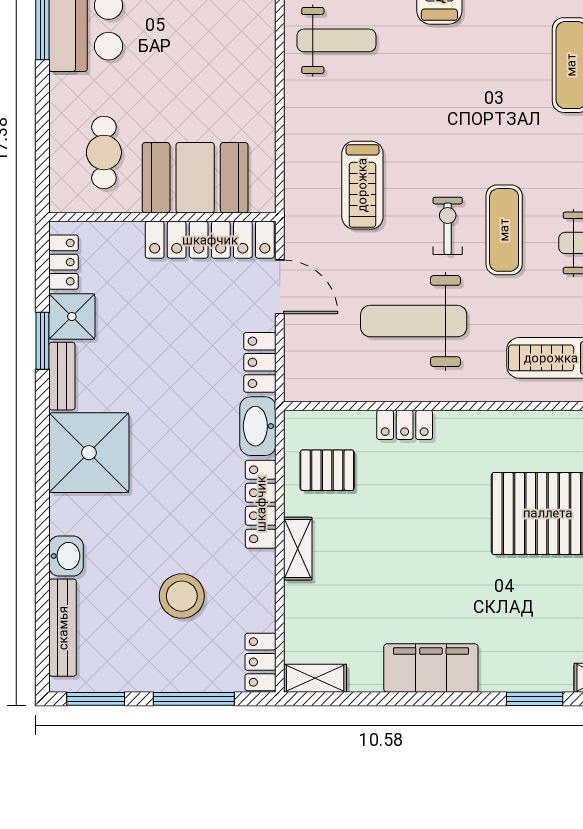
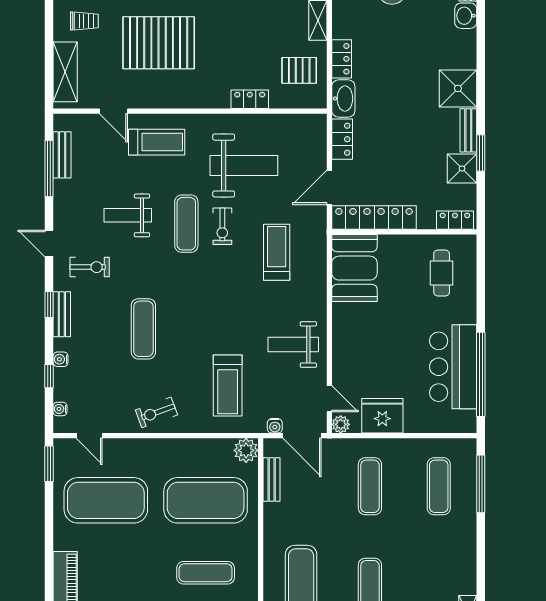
booth: (195, 178) -> (354, 268), moved, turned 90
locker: (63, 262) -> (455, 220), moved, turned 90
door: (280, 287) -> (329, 187), hinge flipped
shower: (89, 453) -> (458, 88), width x0.73, depth x0.73
locker: (261, 504) -> (342, 59), width x0.66

